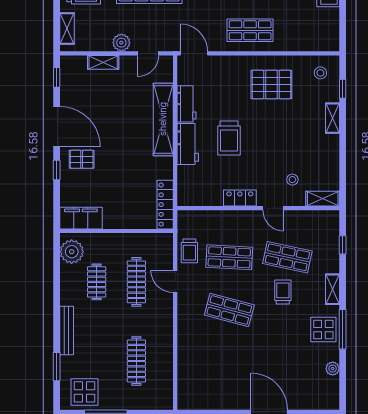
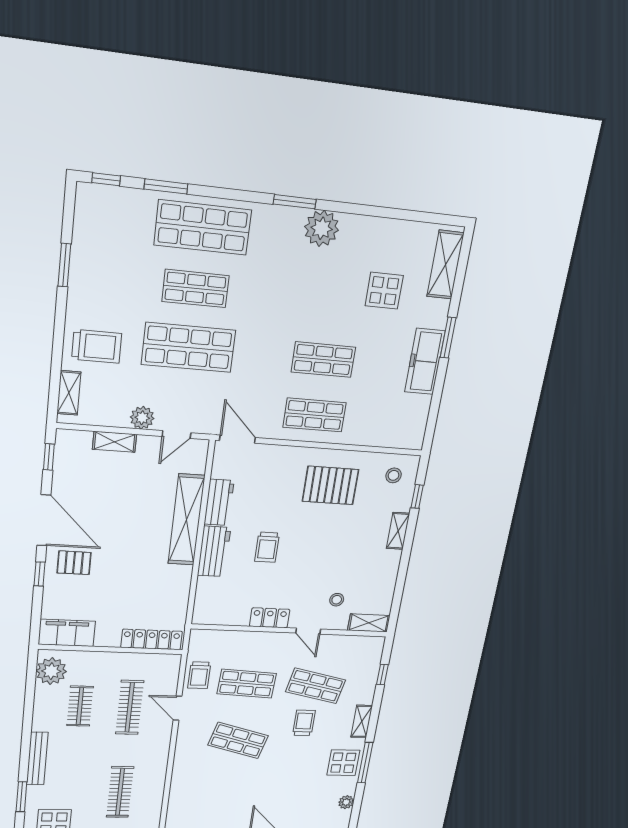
trolley: (229, 138) -> (267, 547), width x0.73, depth x0.72
locker: (165, 205) -> (152, 639), moved, turned 90

